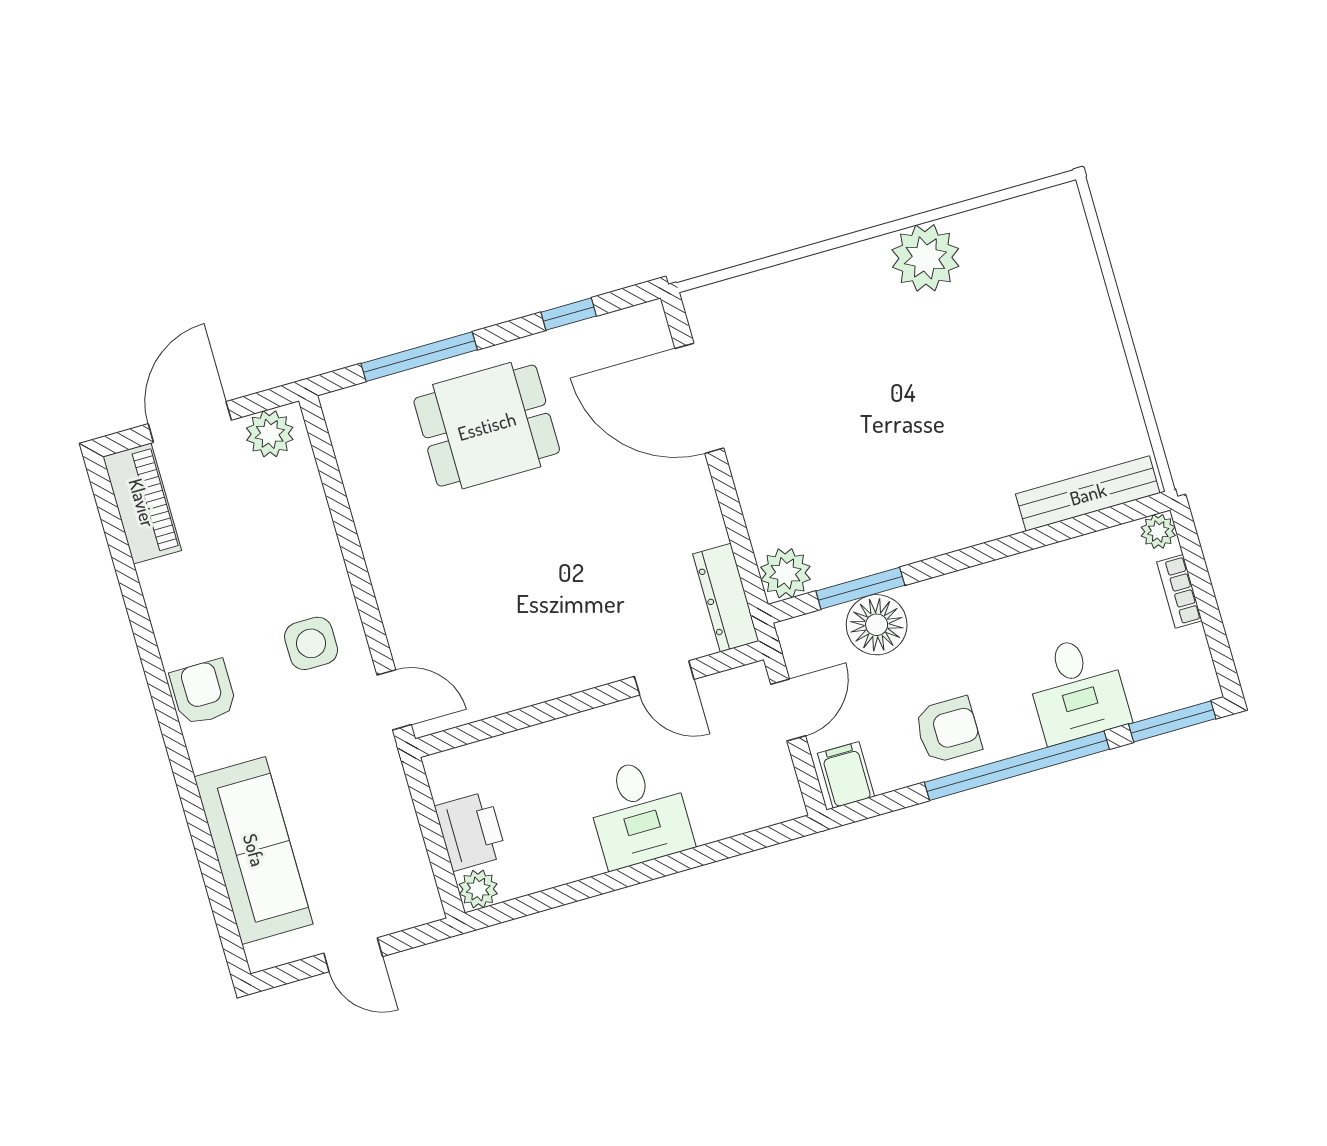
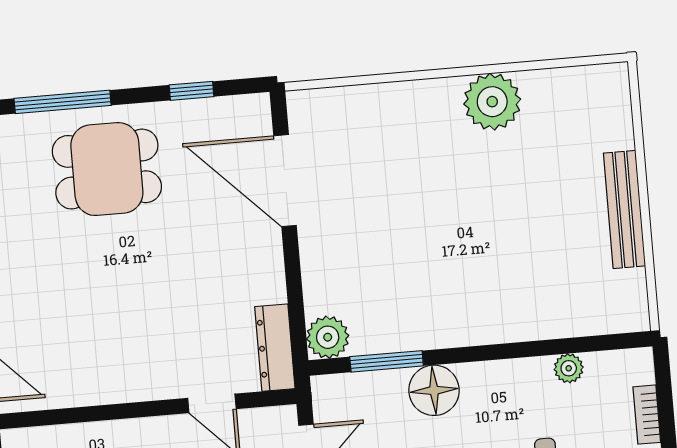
bench: (1088, 494) -> (624, 209), moved, turned 90
plant: (1158, 531) -> (569, 368), moved
floor lamp: (877, 625) -> (434, 390), moved

